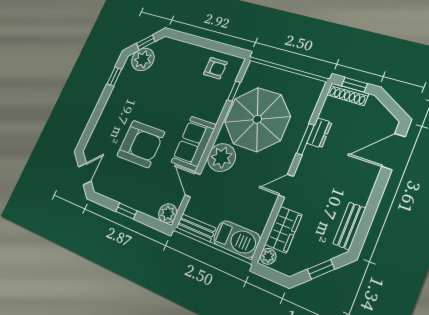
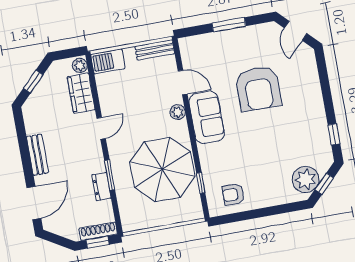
plant: (143, 59) -> (306, 180), moved
armchair: (141, 144) -> (258, 89), turned -90
plant: (222, 157) -> (178, 112), width x0.53, depth x0.53
window: (126, 211) -> (229, 25), width x1.50
plant: (168, 213) -> (189, 46), removed
bench: (349, 226) -> (37, 155), moved
barbecue: (237, 239) -> (108, 61), width x0.73, depth x0.83

